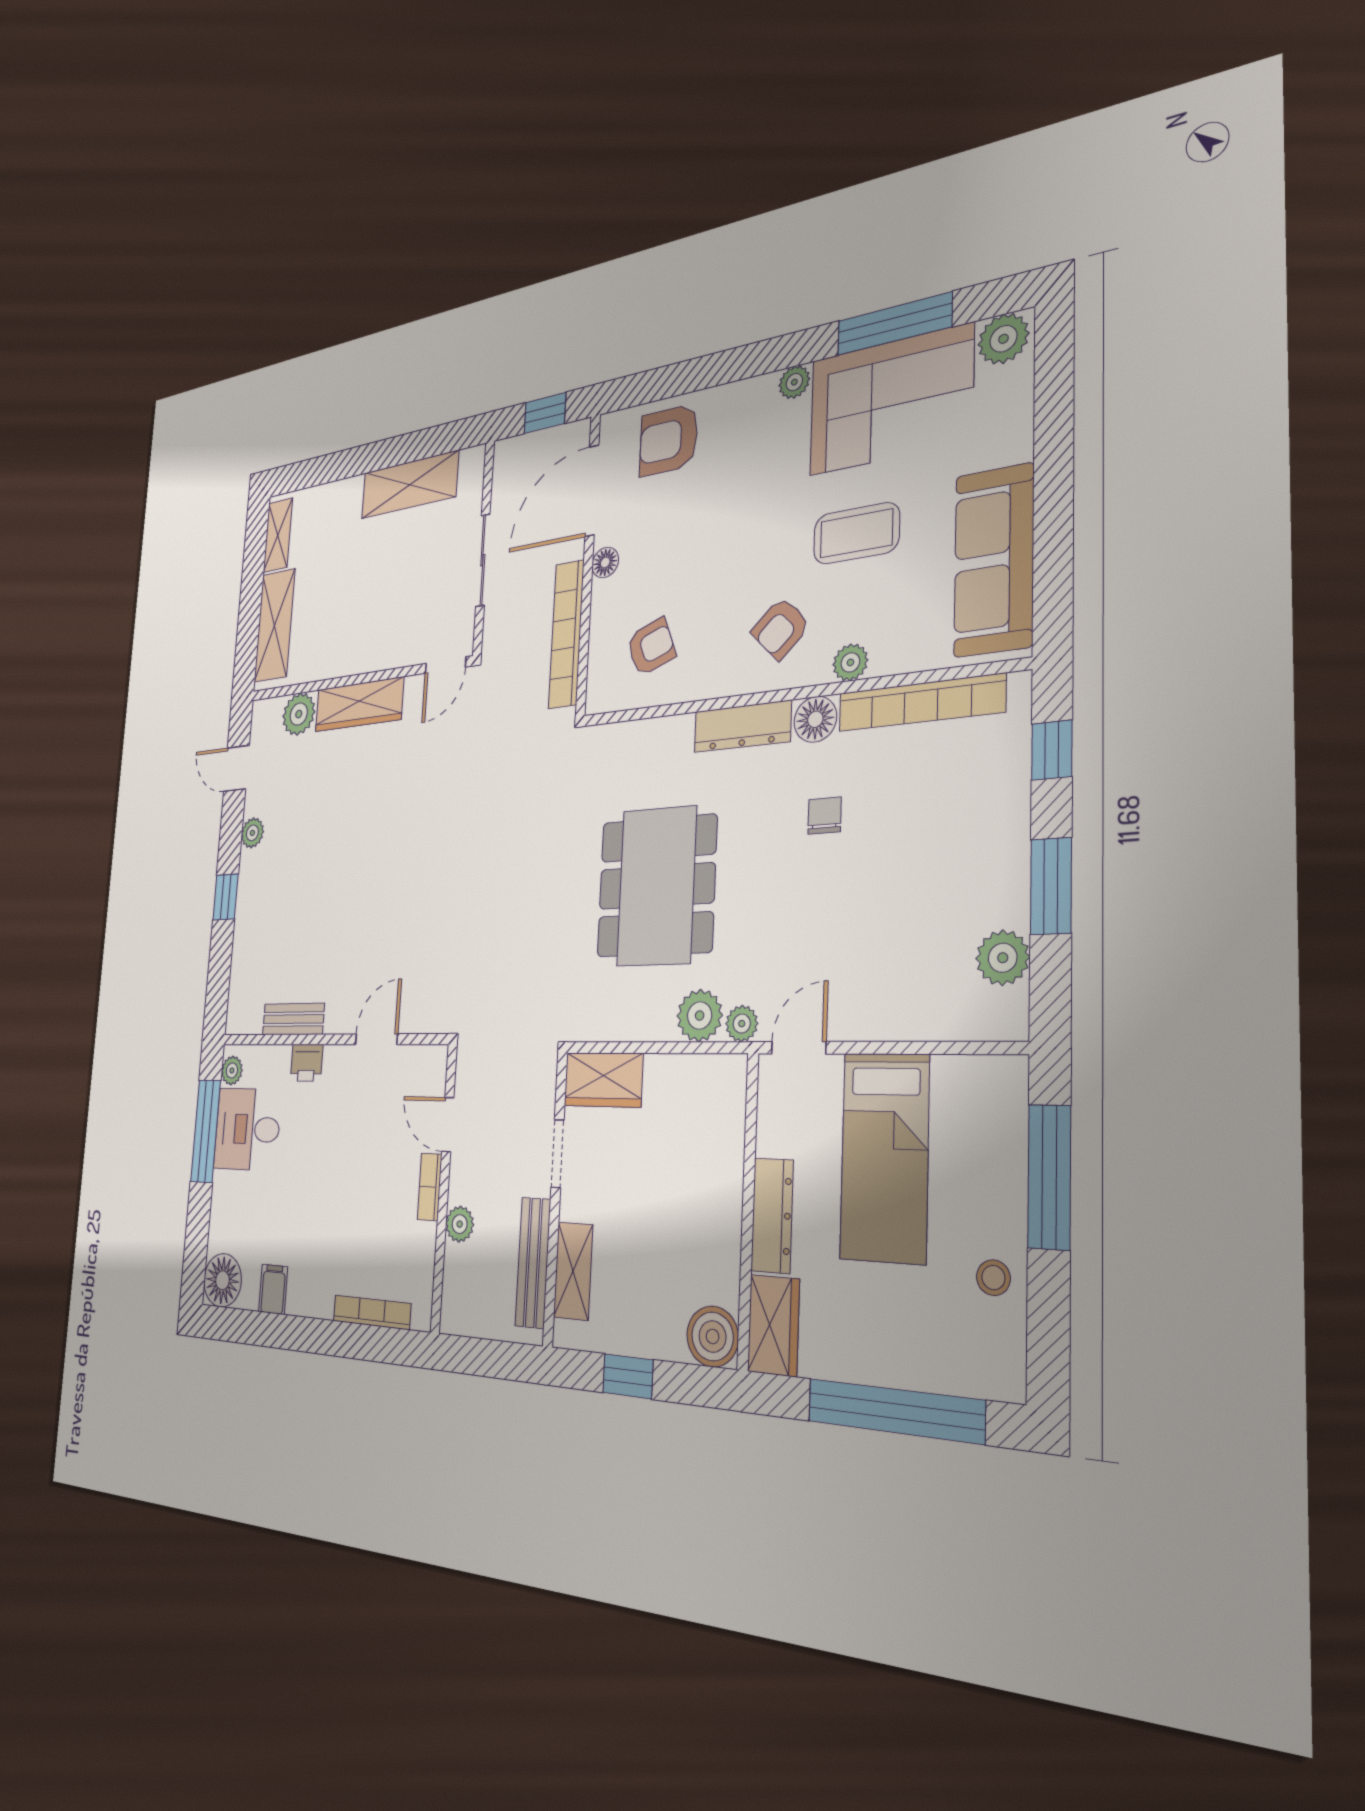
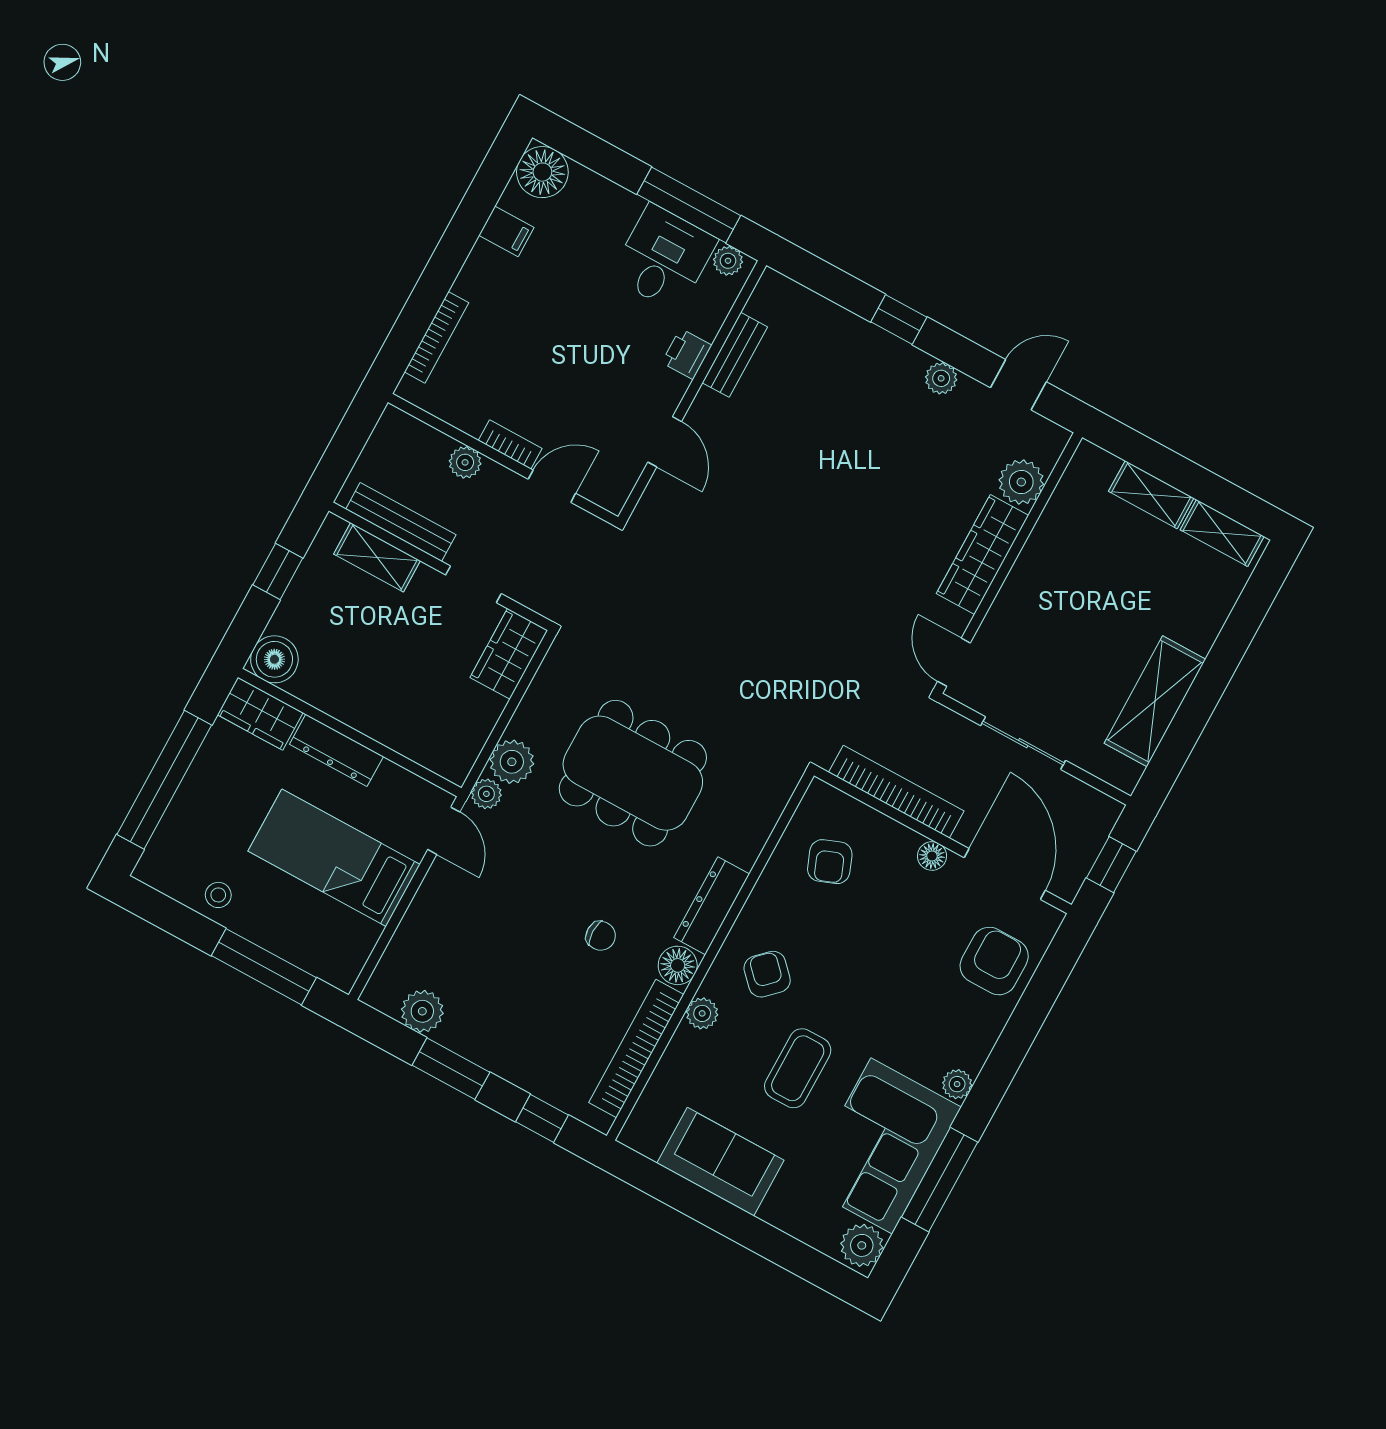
sofa: (994, 560) -> (720, 1162), width x0.73
shelving: (275, 625) -> (1151, 495), width x0.67, depth x0.75

